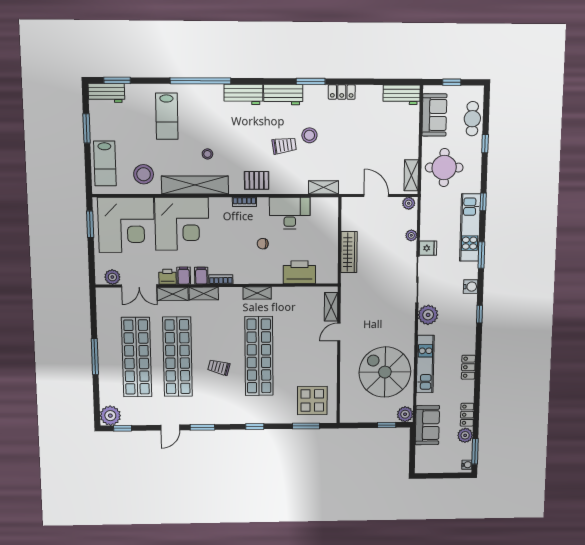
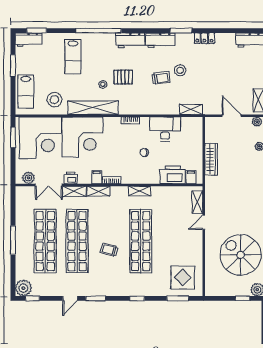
pallet: (257, 180) -> (123, 77), moved
filing cabinet: (184, 276) -> (191, 177), moved

